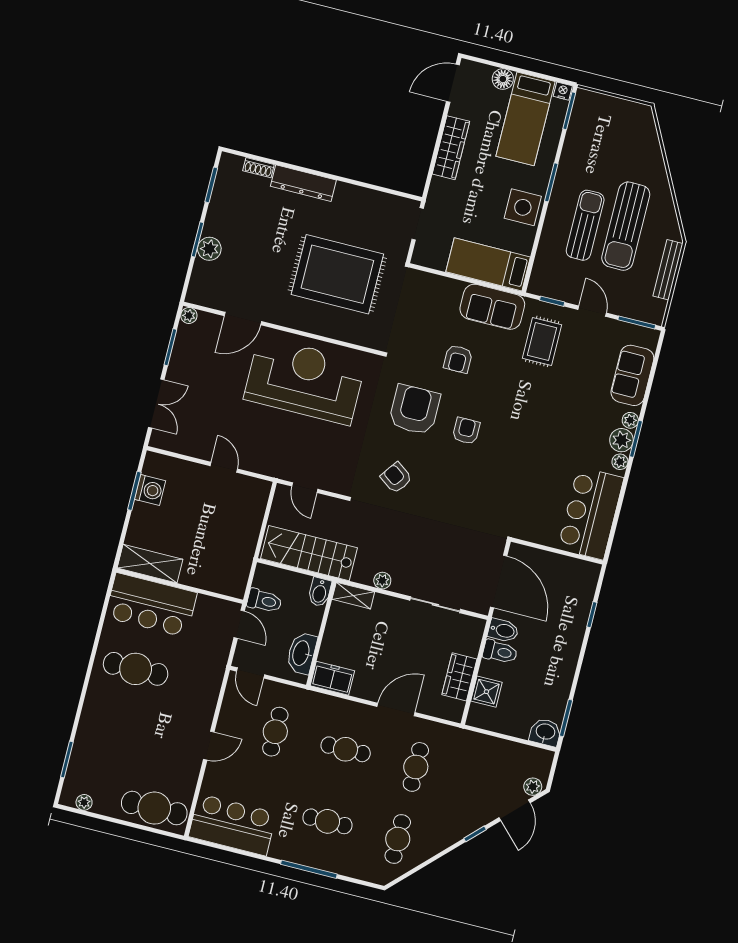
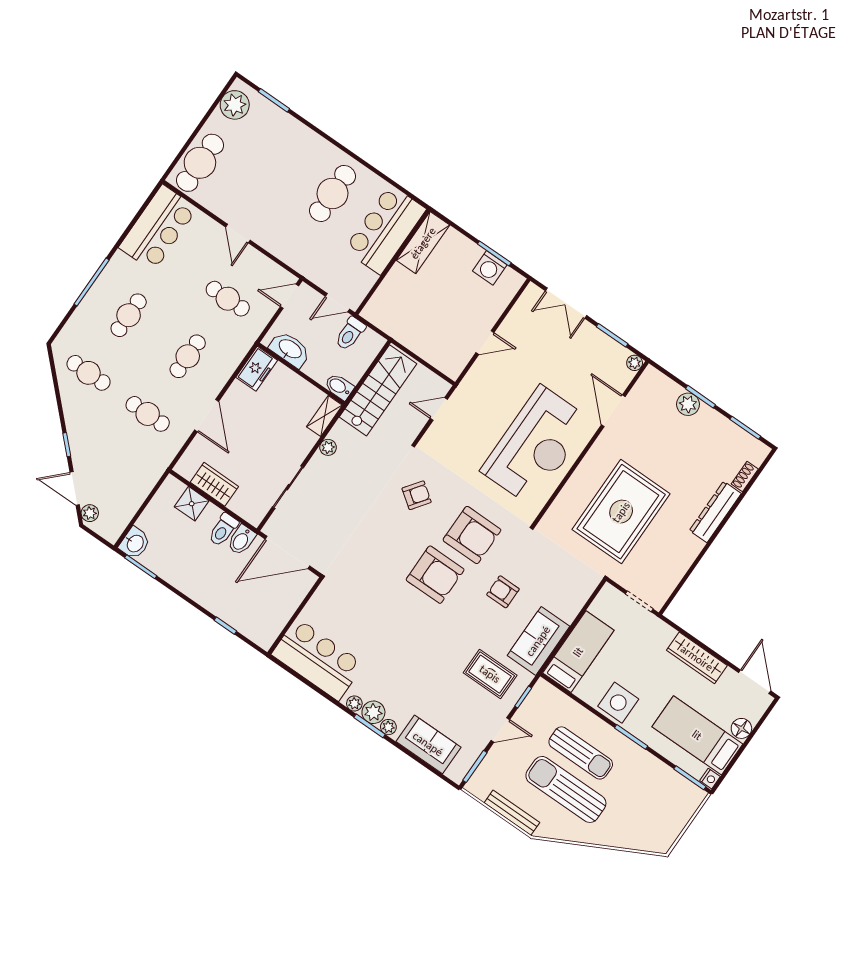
armchair: (466, 431) -> (435, 575), width x1.88, depth x1.88
plant: (84, 802) -> (235, 105), width x1.88, depth x1.88

